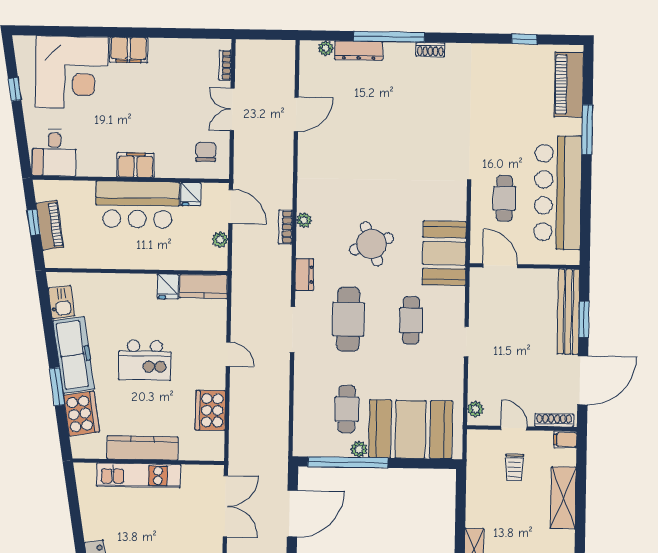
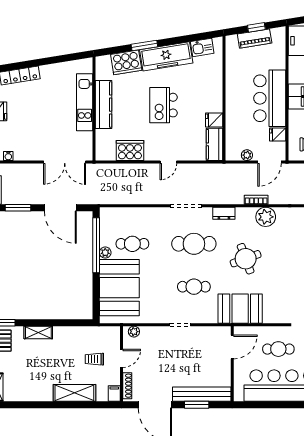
plant: (304, 220) -> (266, 217), width x1.87, depth x1.87

